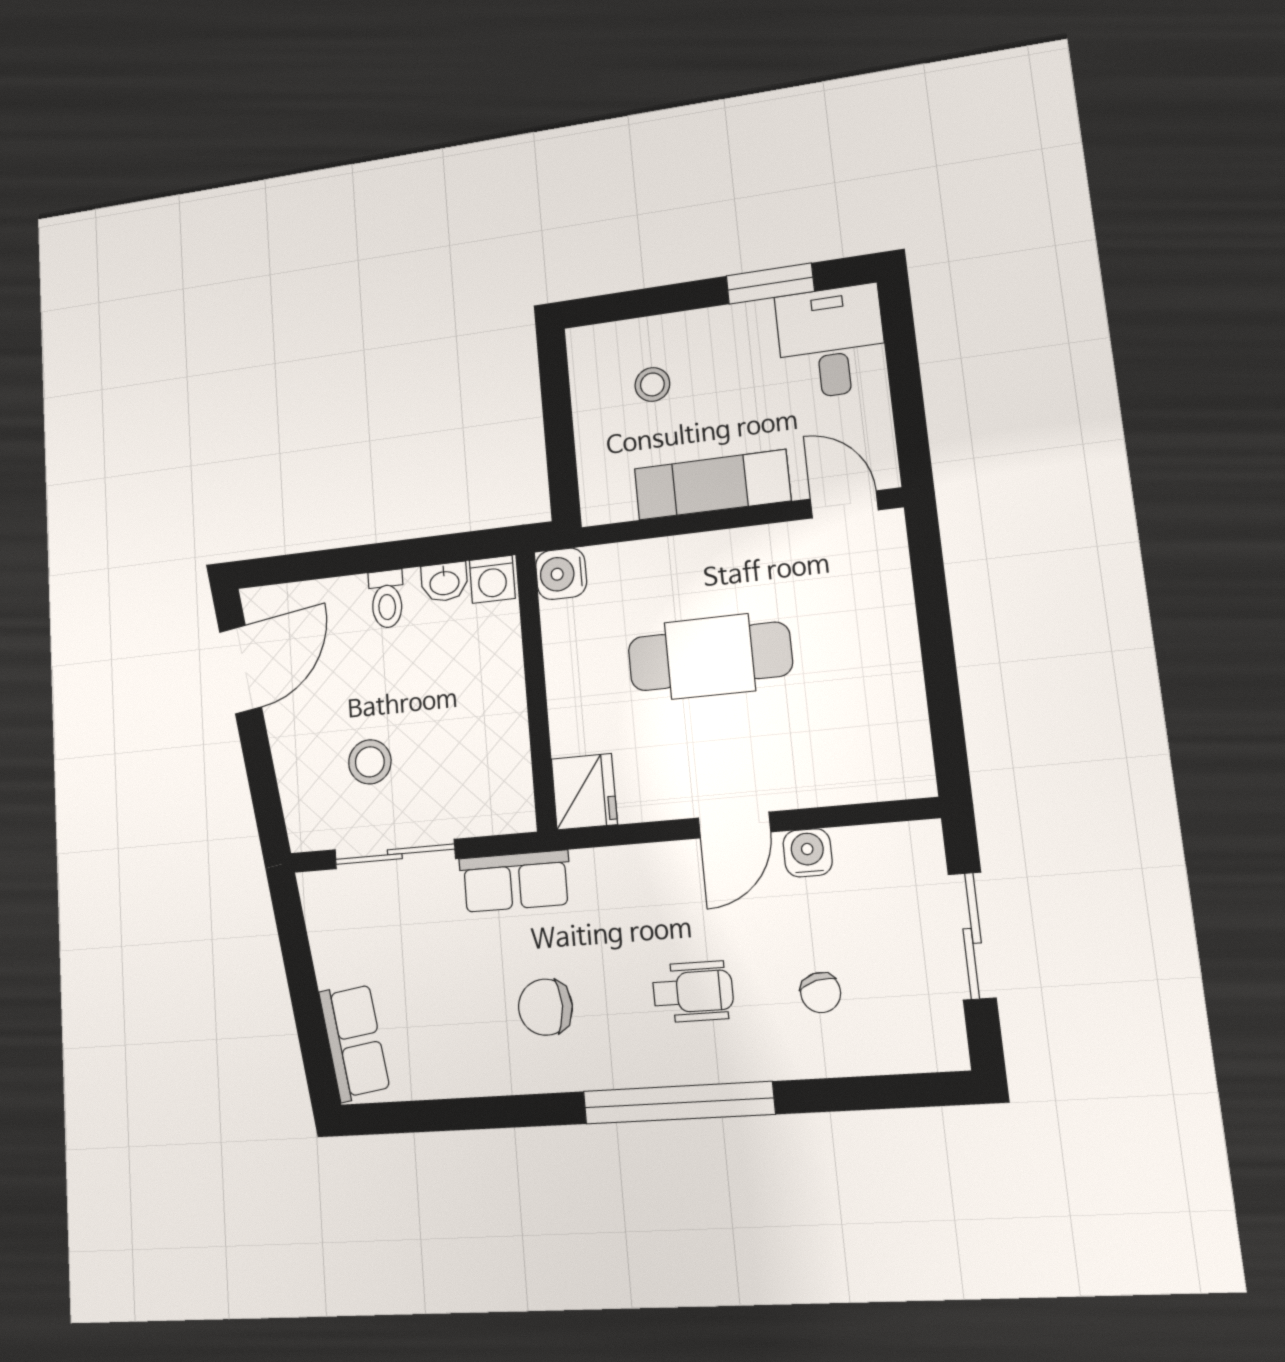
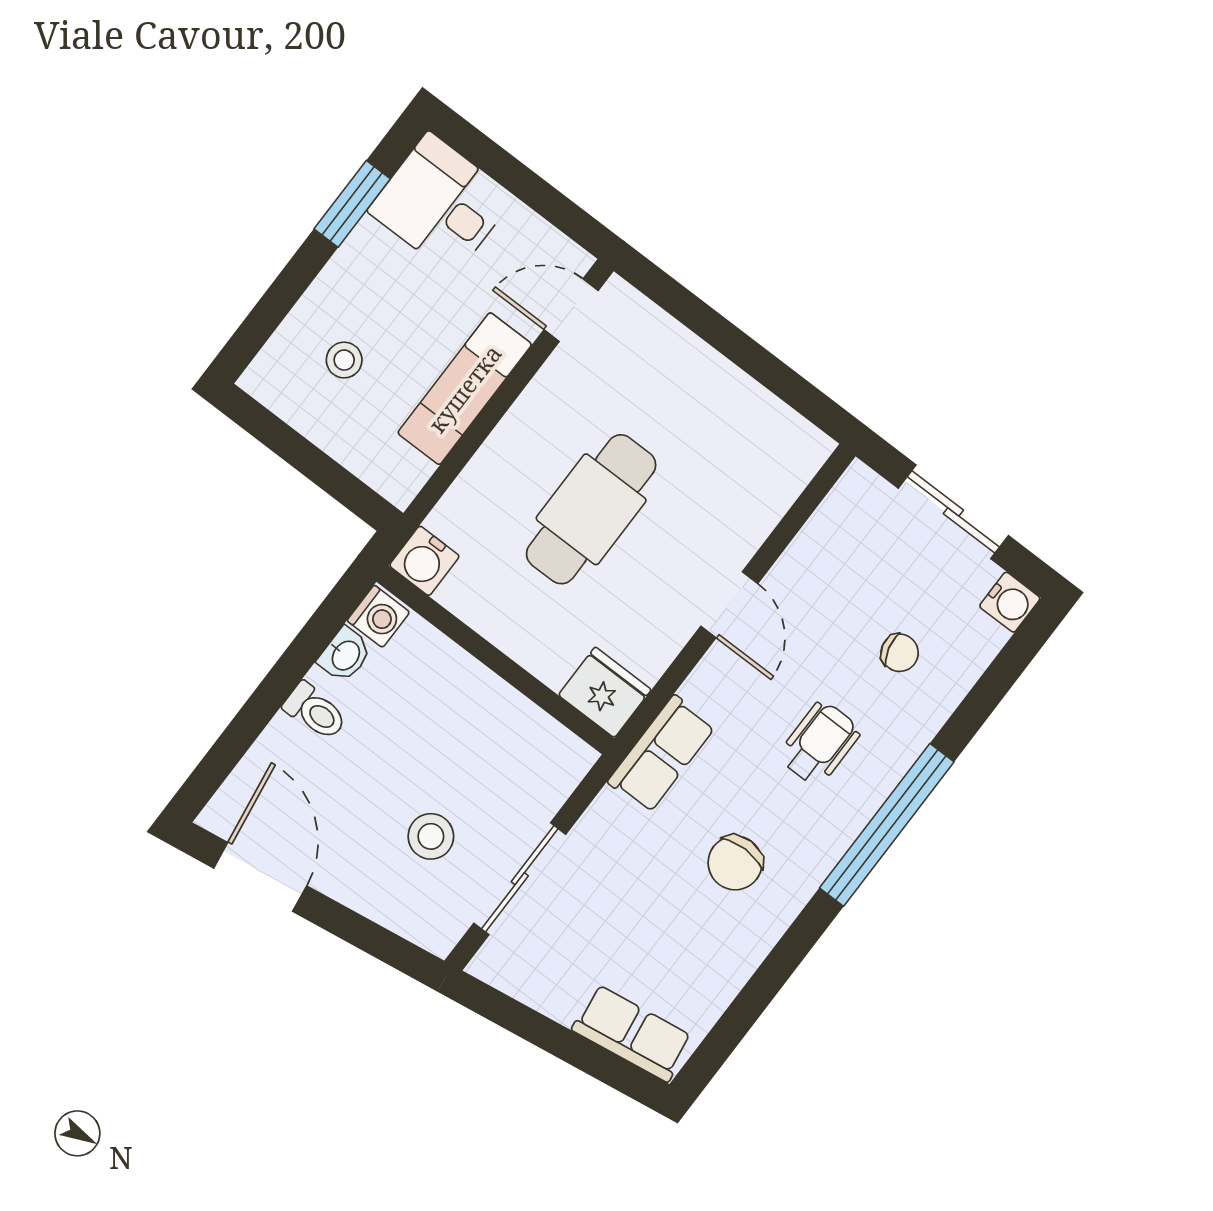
water cooler: (808, 853) -> (1010, 602), moved, turned 180
row of seats: (515, 881) -> (662, 754), moved

